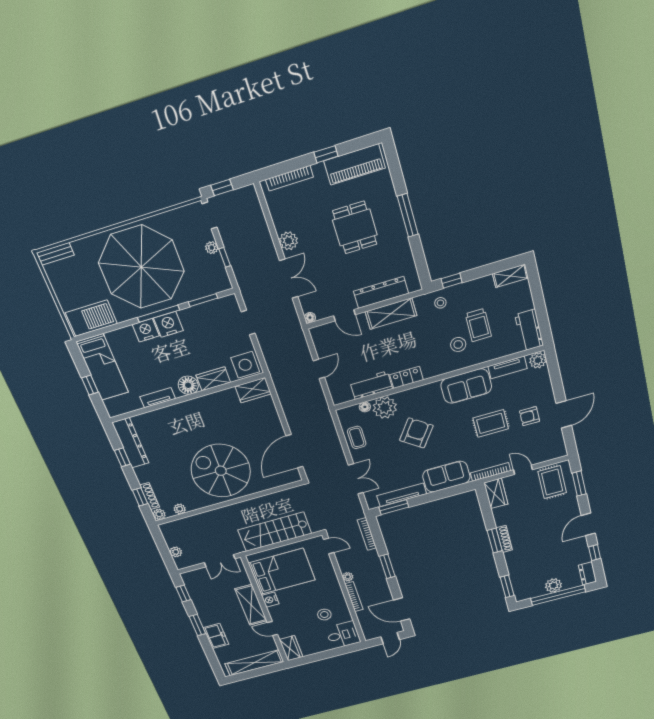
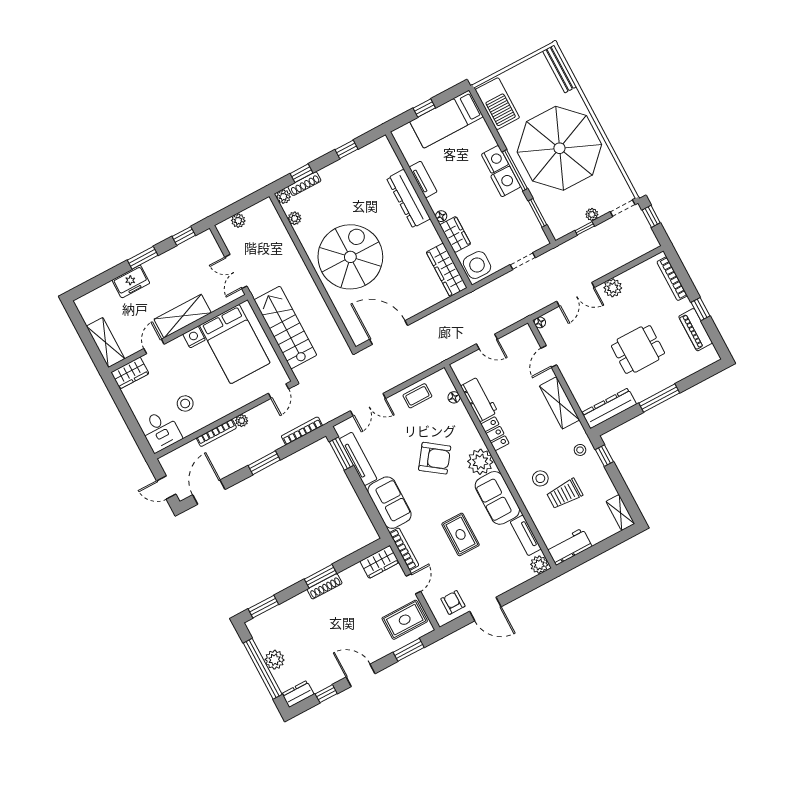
piano: (354, 164) -> (696, 330), width x0.73, depth x0.75
bench: (55, 254) -> (559, 69), width x1.36
dresser: (381, 292) -> (609, 408), moved, turned -90
floor lamp: (188, 385) -> (441, 216), width x0.53, depth x0.53
wardrobe: (253, 390) -> (447, 270), width x1.50
plant: (385, 408) -> (480, 462), moved
armchair: (530, 416) -> (453, 602), moved
dresser: (130, 443) -> (408, 199), moved, turned 90
shelving: (254, 663) -> (106, 342), width x0.68

